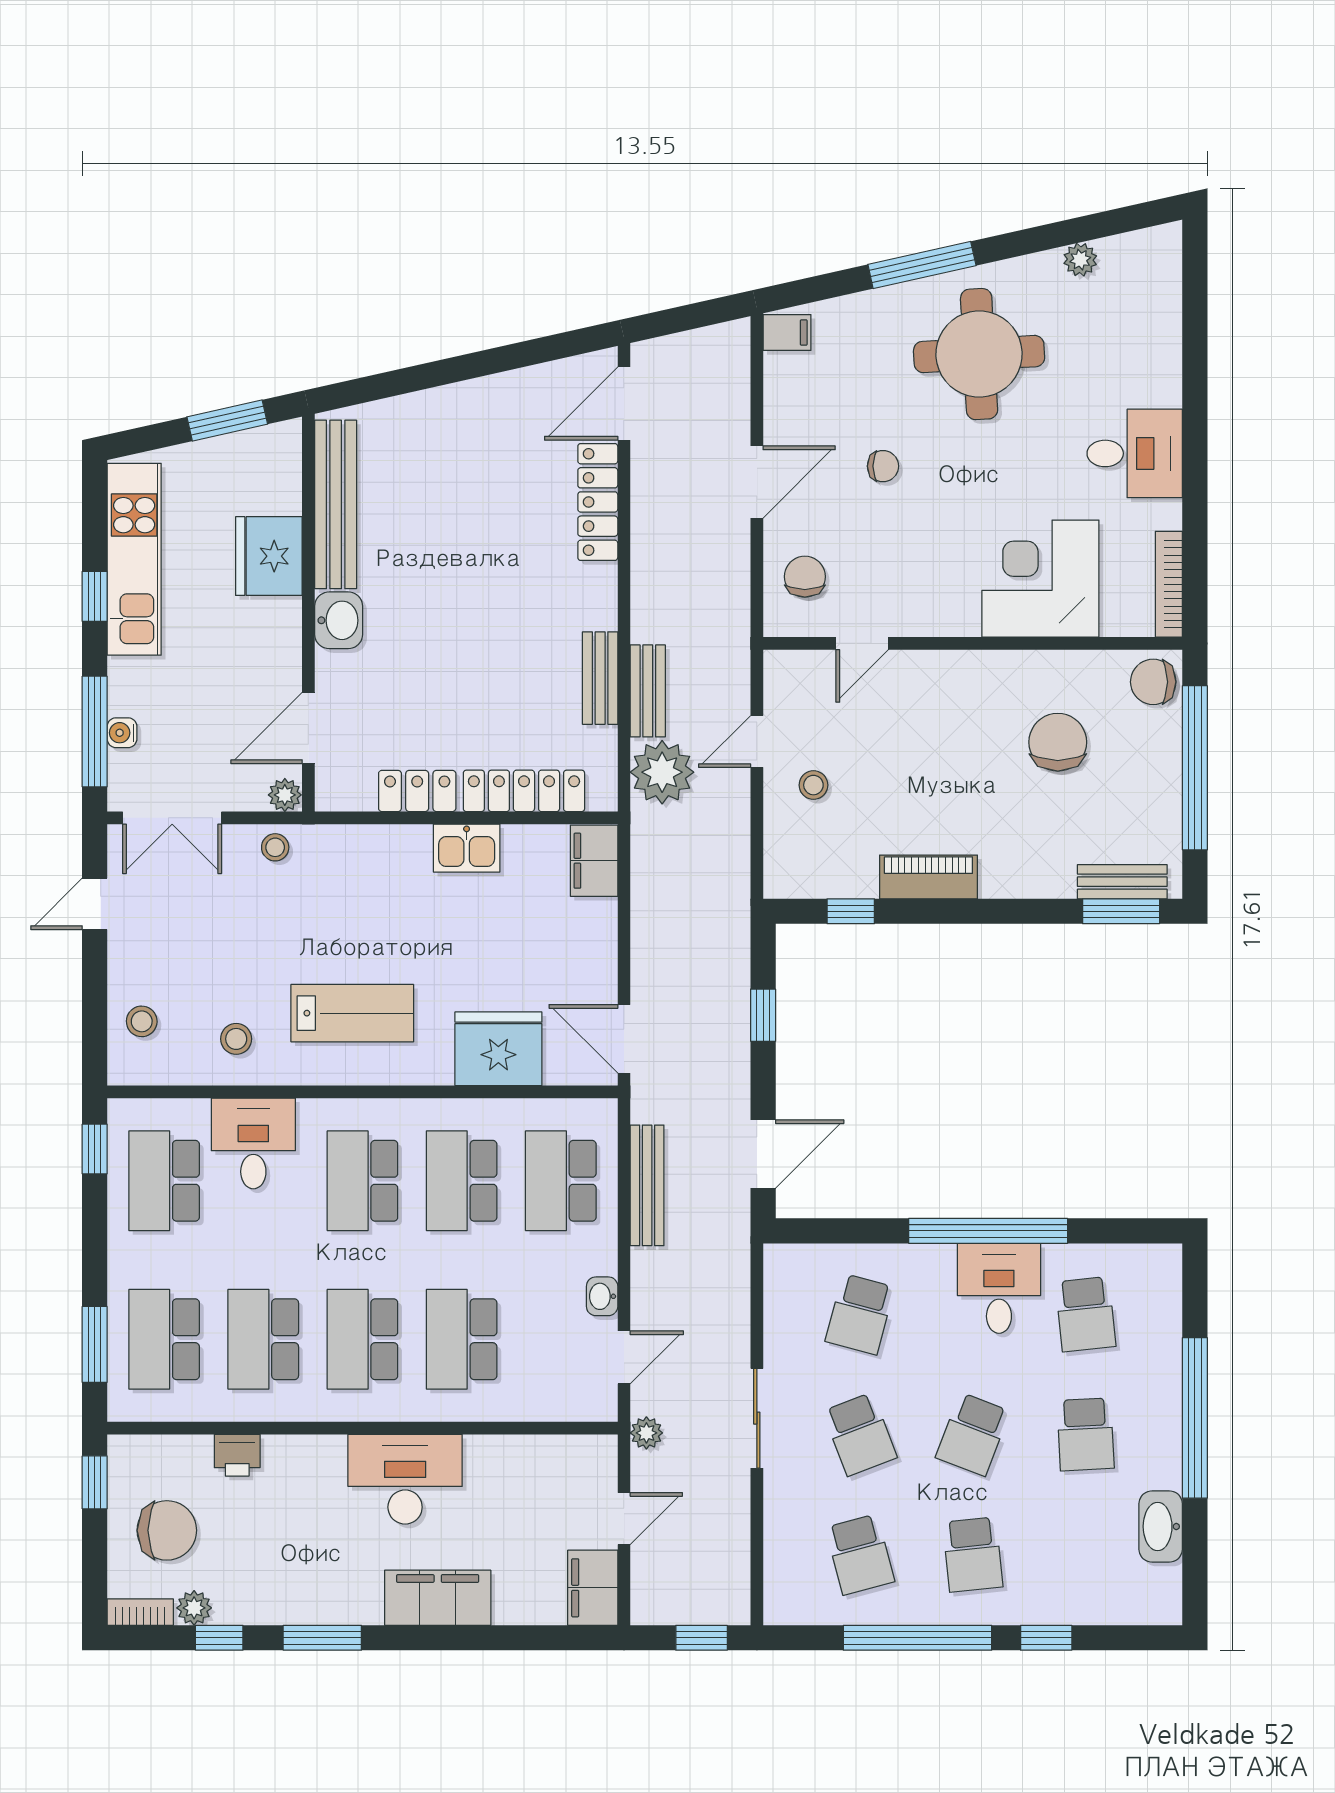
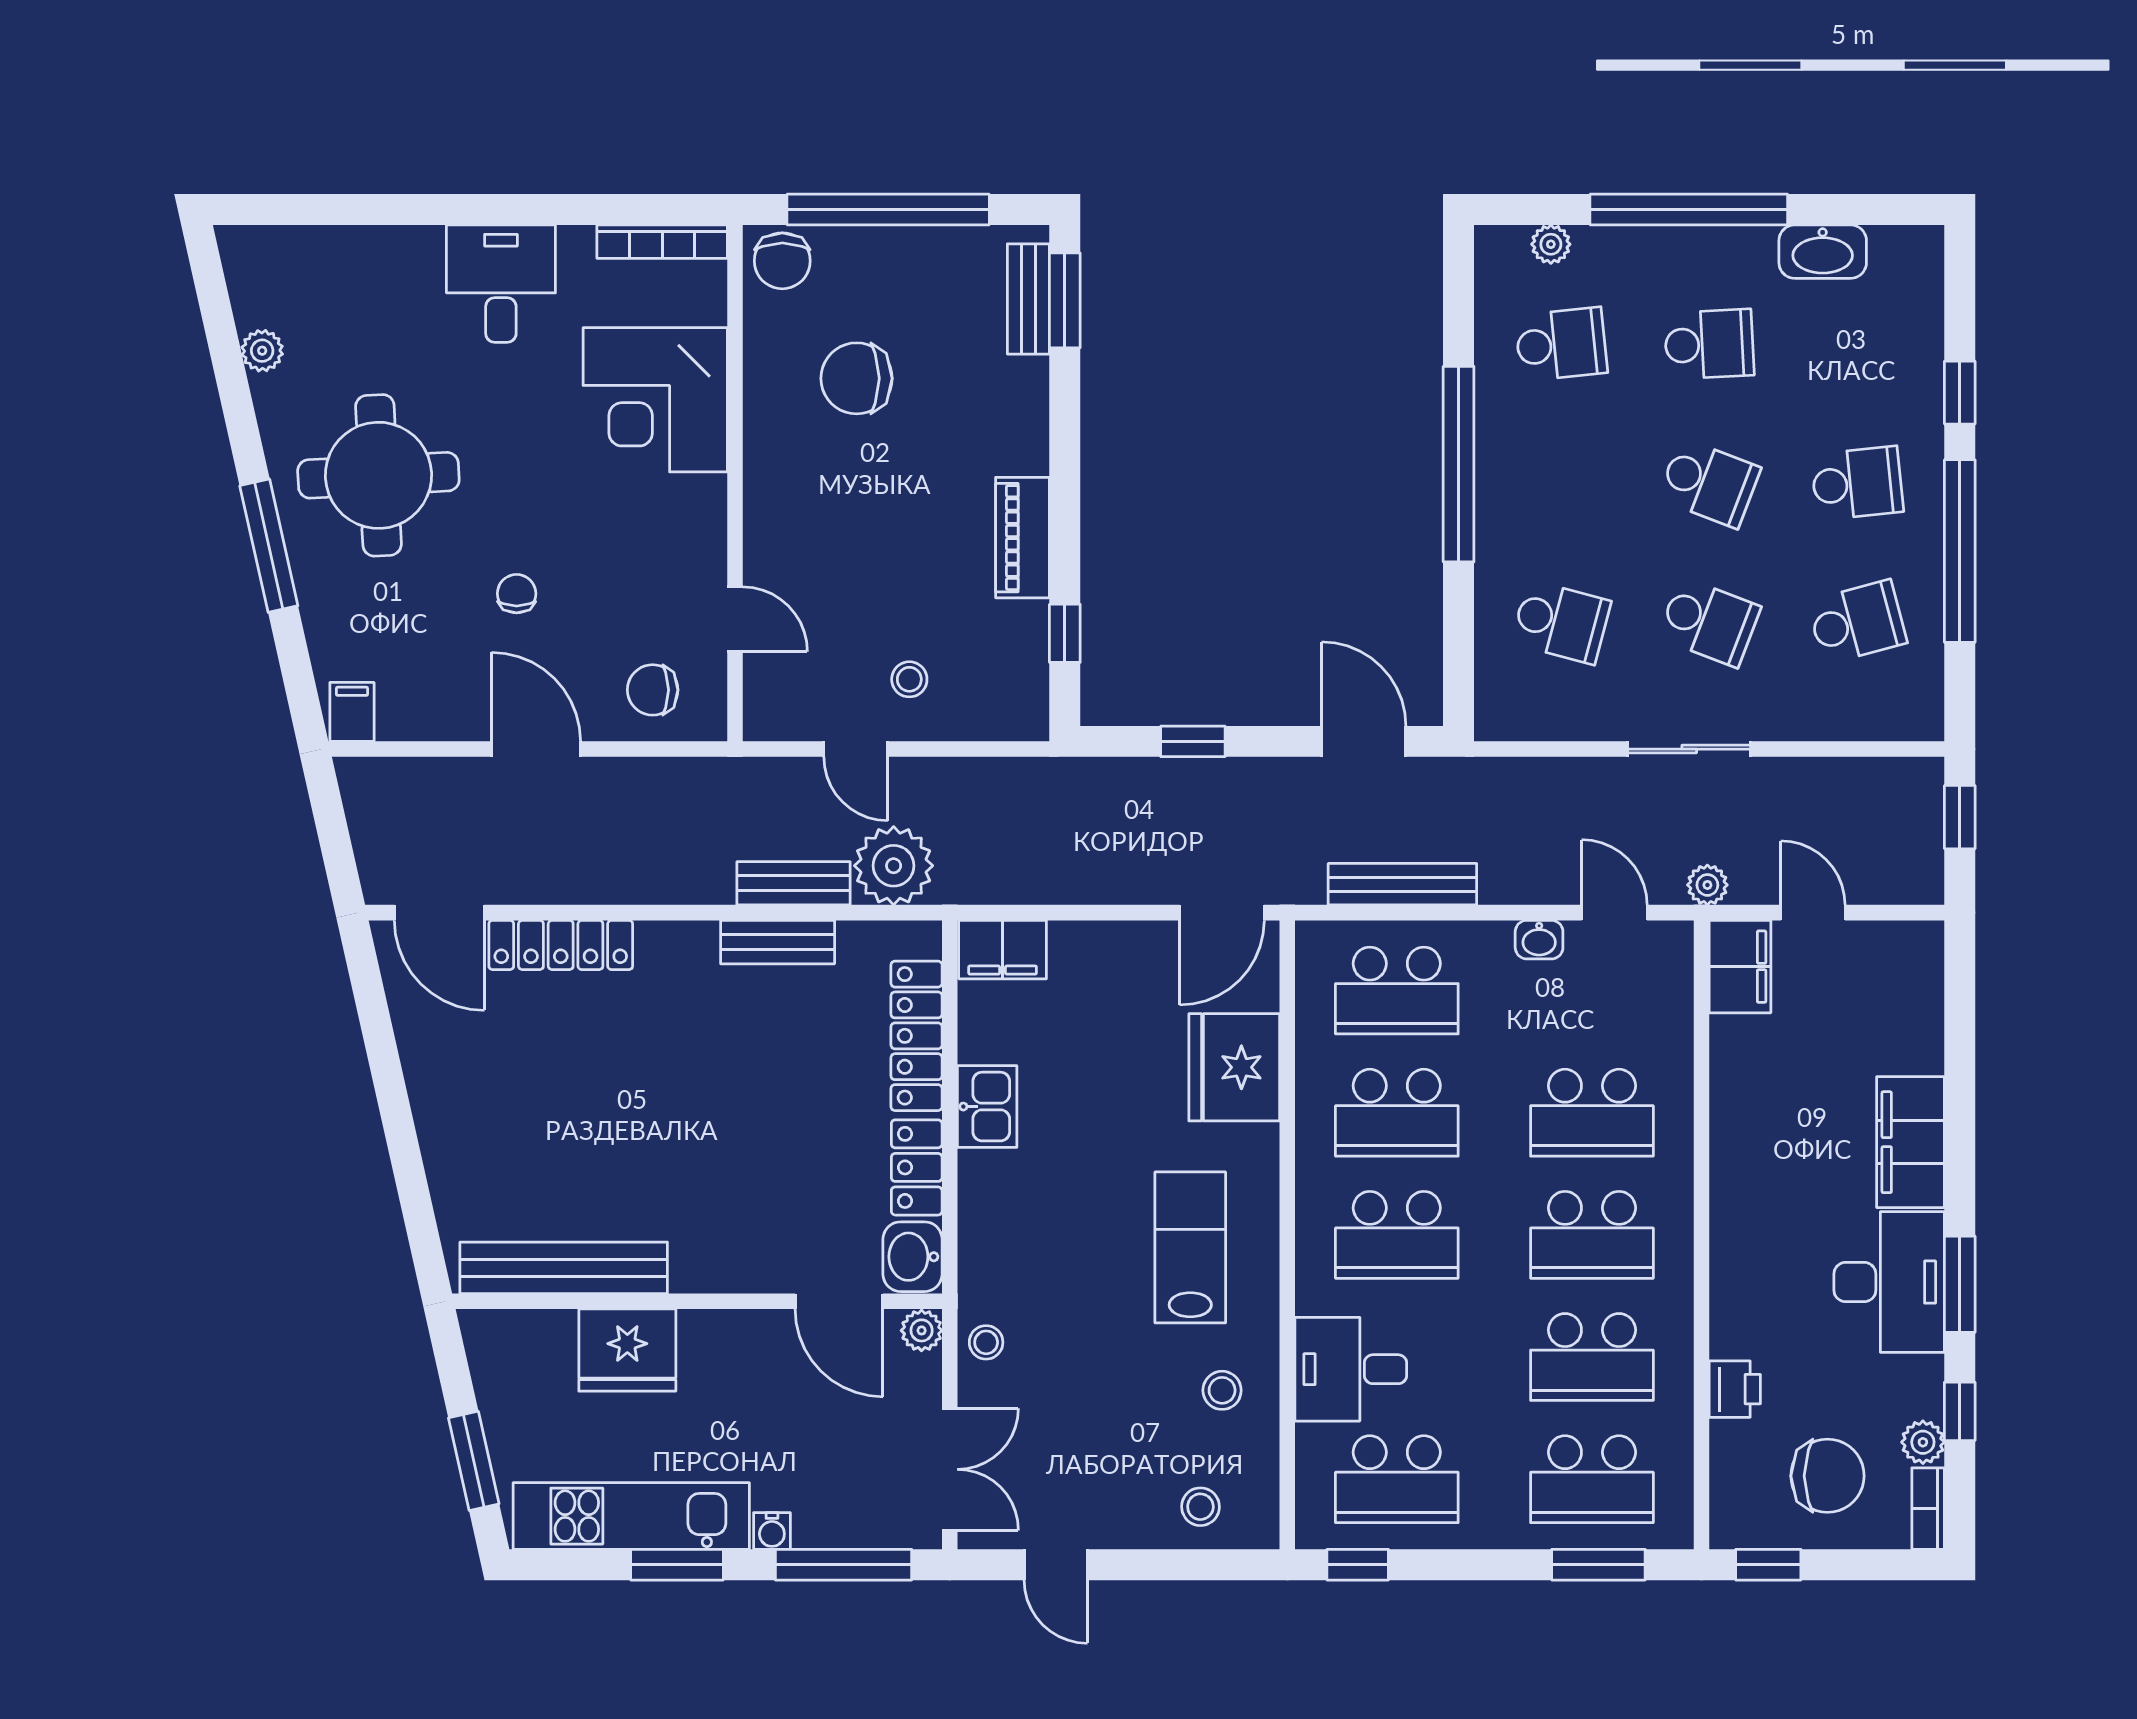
window: (227, 421) -> (474, 1461), moved
window: (95, 596) -> (677, 1565), width x1.50
washbasin: (339, 620) -> (913, 1257), moved, turned -90
water cooler: (122, 733) -> (772, 1531), moved
desk: (999, 1288) -> (1529, 451), removed
plant: (1167, 1306) -> (1551, 244), added
school desk: (860, 1434) -> (1709, 622), turned 42
desk: (405, 1479) -> (1889, 1282), moved, turned 180
chair: (167, 1530) -> (1827, 1476), turned 90
filing cabinet: (593, 1588) -> (1740, 967), moved, turned -90

